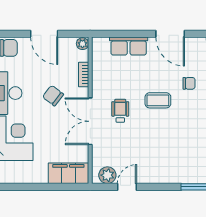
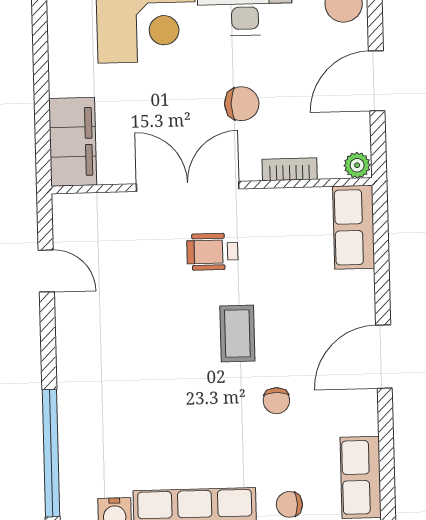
row of seats: (129, 46) -> (354, 227), moved
chair: (53, 96) -> (242, 104), turned 53
wheelchair: (120, 111) -> (212, 252), turned 180
plant: (107, 175) -> (71, 227), removed

